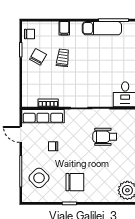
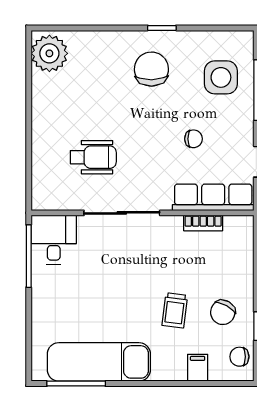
filing cabinet: (64, 28) -> (198, 368), moved
exam couch: (102, 28) -> (99, 362), width x1.36, depth x1.45
side table: (39, 178) -> (221, 77), turned 45
chair: (75, 182) -> (151, 69), turned 89

